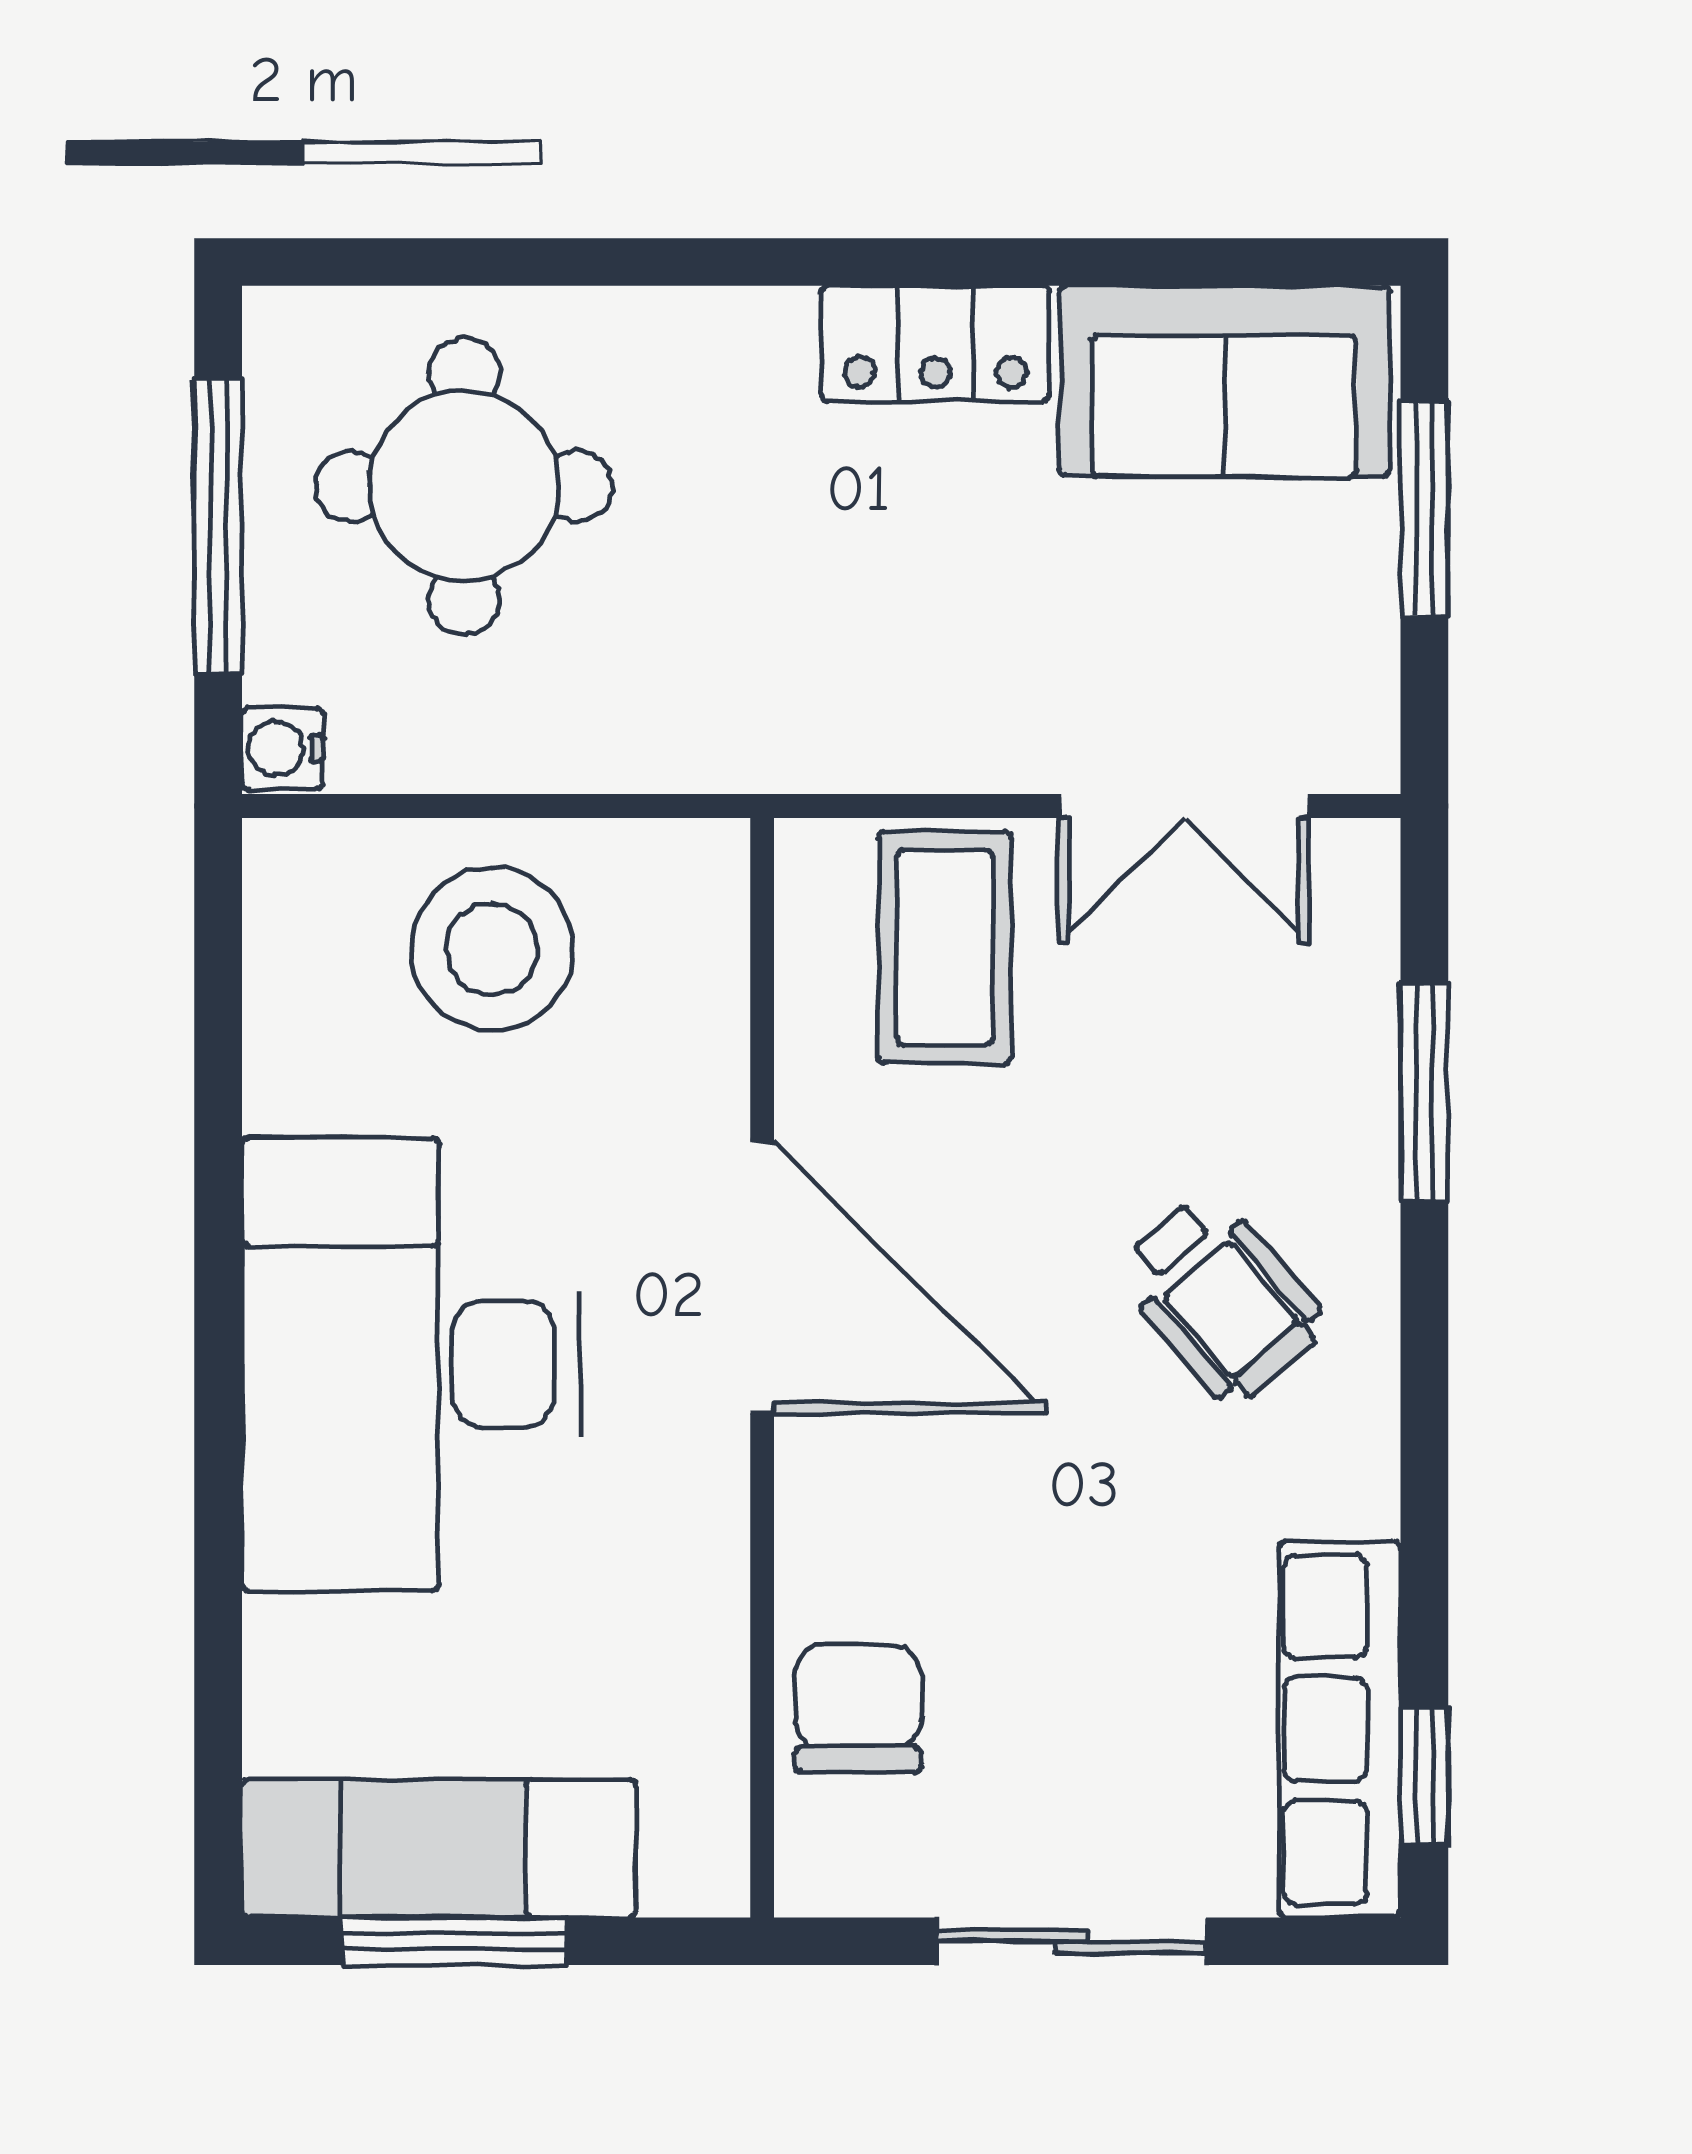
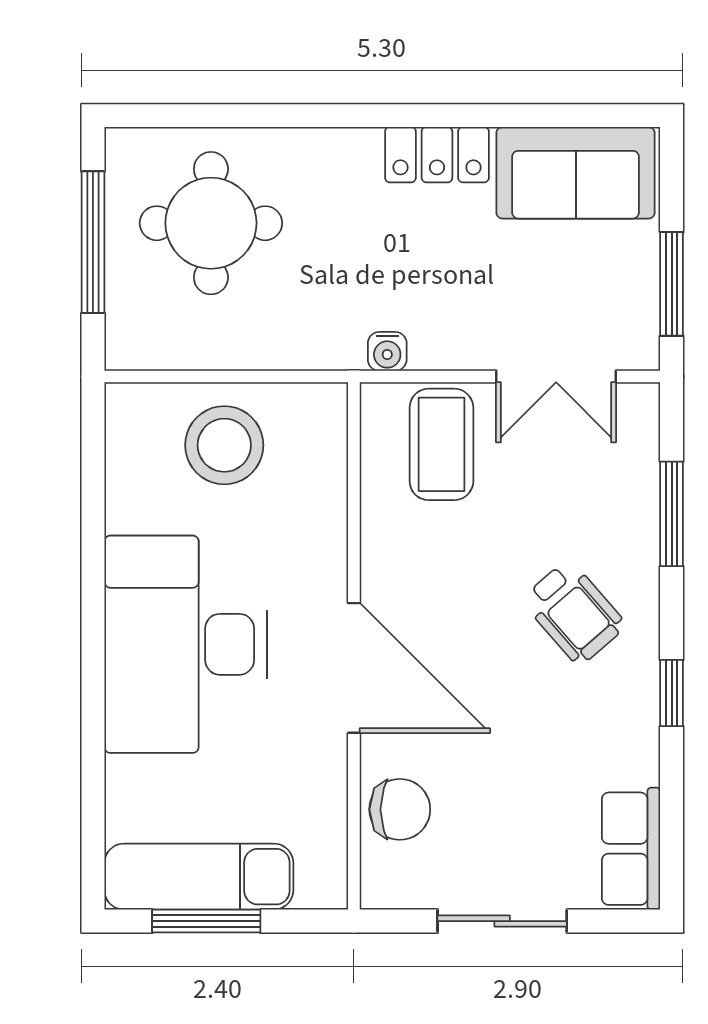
window: (1424, 508) -> (672, 284), moved
water cooler: (282, 748) -> (387, 351), moved, turned -90
door: (762, 1277) -> (354, 668), moved
chair: (858, 1708) -> (400, 809), turned 90
row of seats: (1340, 1729) -> (631, 849), width x0.68
window: (1424, 1776) -> (672, 693), moved

